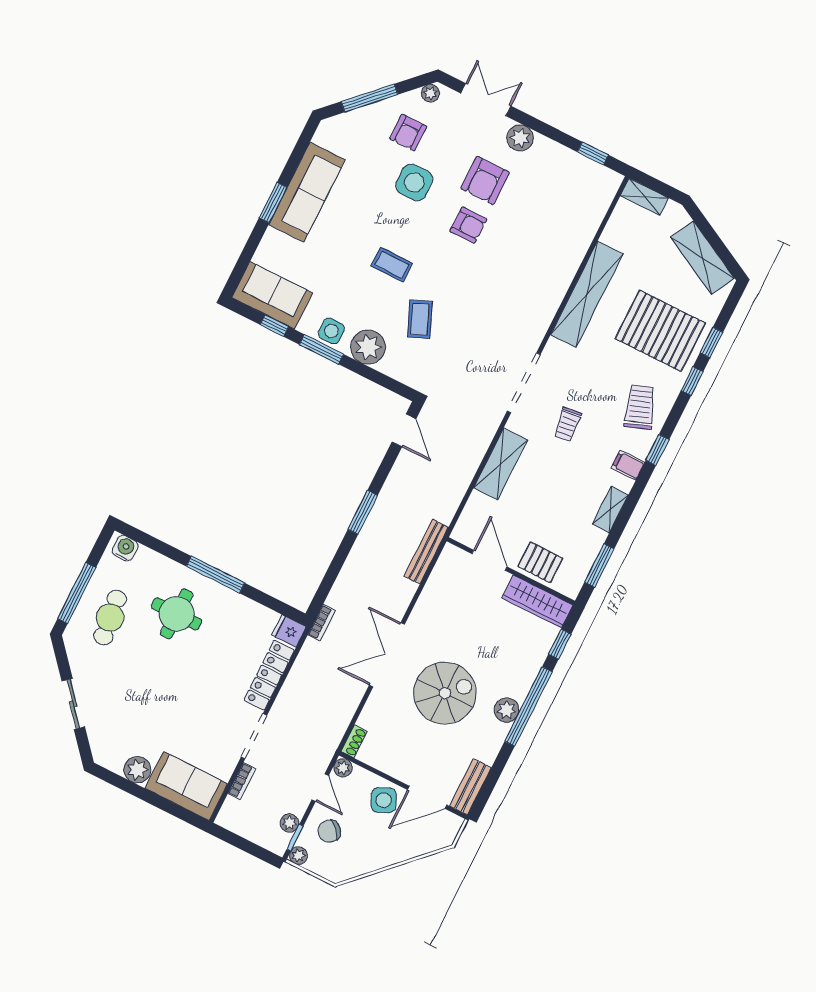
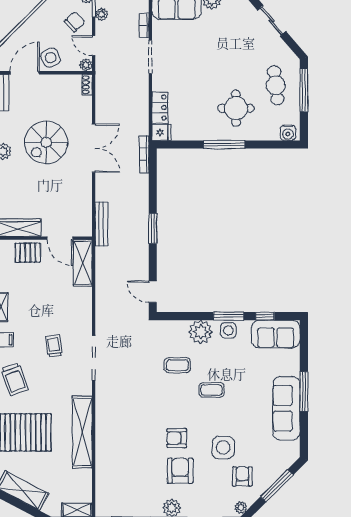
window: (273, 203) -> (304, 391), width x1.44
coffee table: (420, 319) -> (177, 365), turned -67
shelving: (501, 464) -> (83, 263), moved
bookcase: (321, 623) -> (144, 154), width x1.56
locker: (269, 675) -> (160, 108), width x0.66

